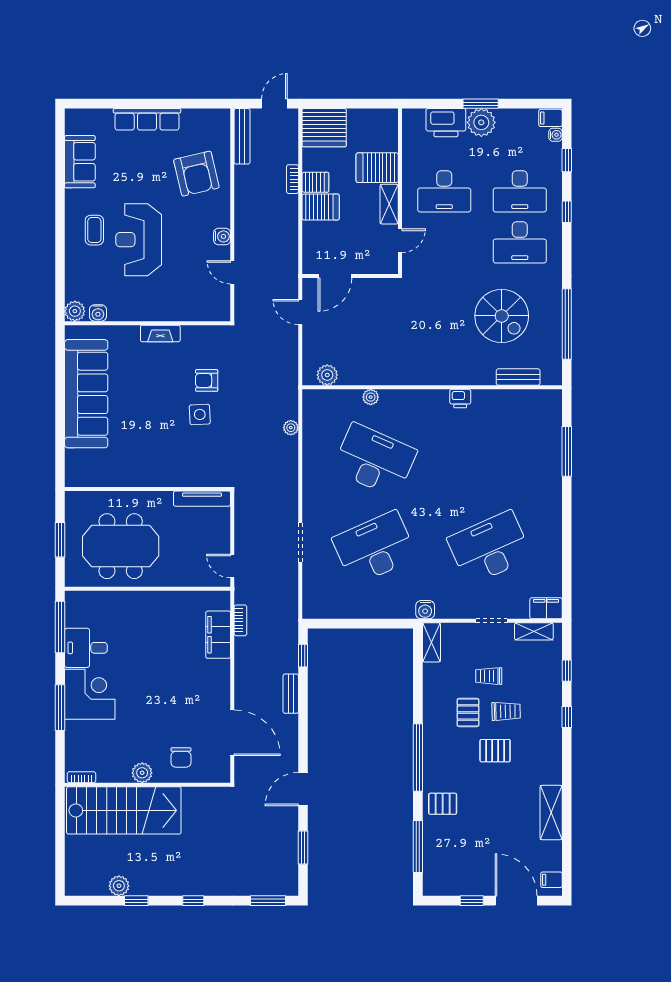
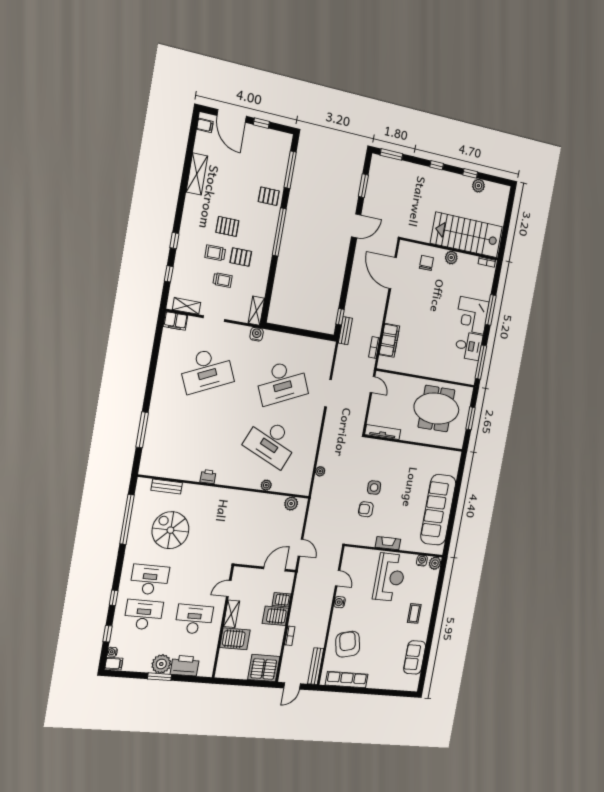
row of seats: (147, 119) -> (347, 680), moved
server rack: (315, 182) -> (282, 600), moved
reception desk: (139, 240) -> (390, 577), moved
armchair: (207, 380) -> (366, 509), turned 180
bench: (291, 694) -> (345, 331), moved
pallet: (468, 712) -> (241, 257), turned 90

